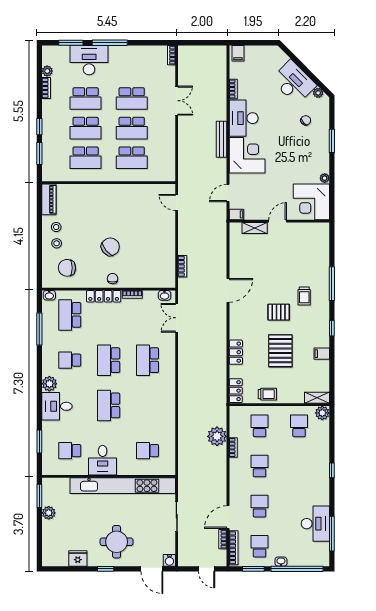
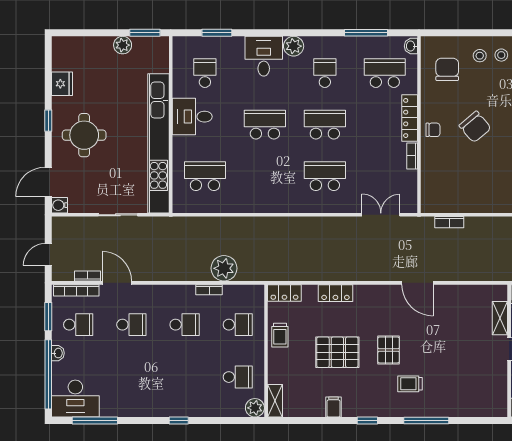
washbasin: (165, 295) -> (411, 199), removed
school desk: (148, 451) -> (205, 176), width x1.85
desk: (315, 524) -> (75, 399), moved

